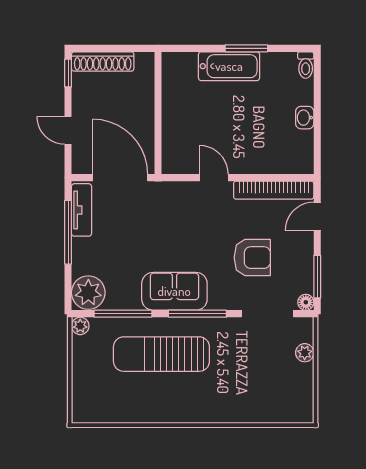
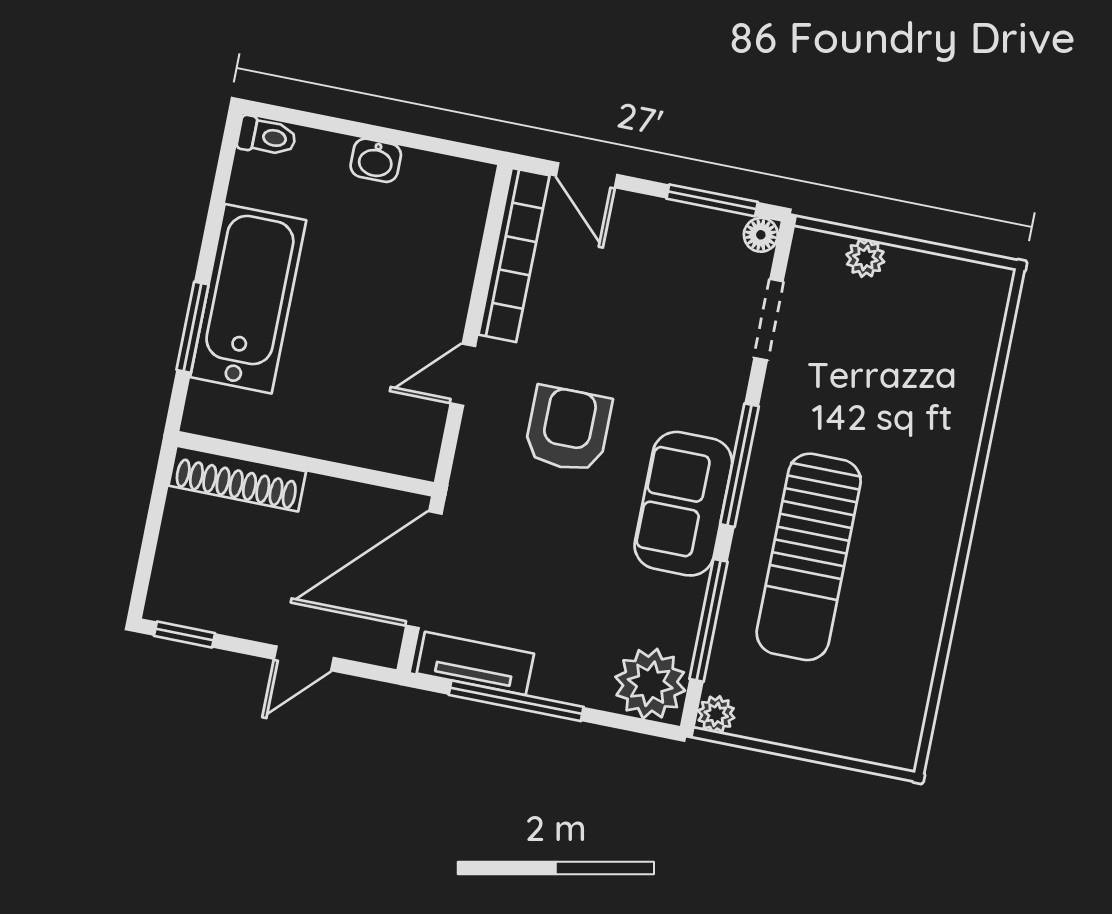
window: (246, 48) -> (193, 327), moved
shoe rack: (103, 61) -> (237, 479), moved, turned 90
bathtub: (229, 66) -> (248, 299), width x1.36, depth x1.36
armchair: (252, 258) -> (568, 429), moved
doorway: (267, 314) -> (769, 320), width x0.73

